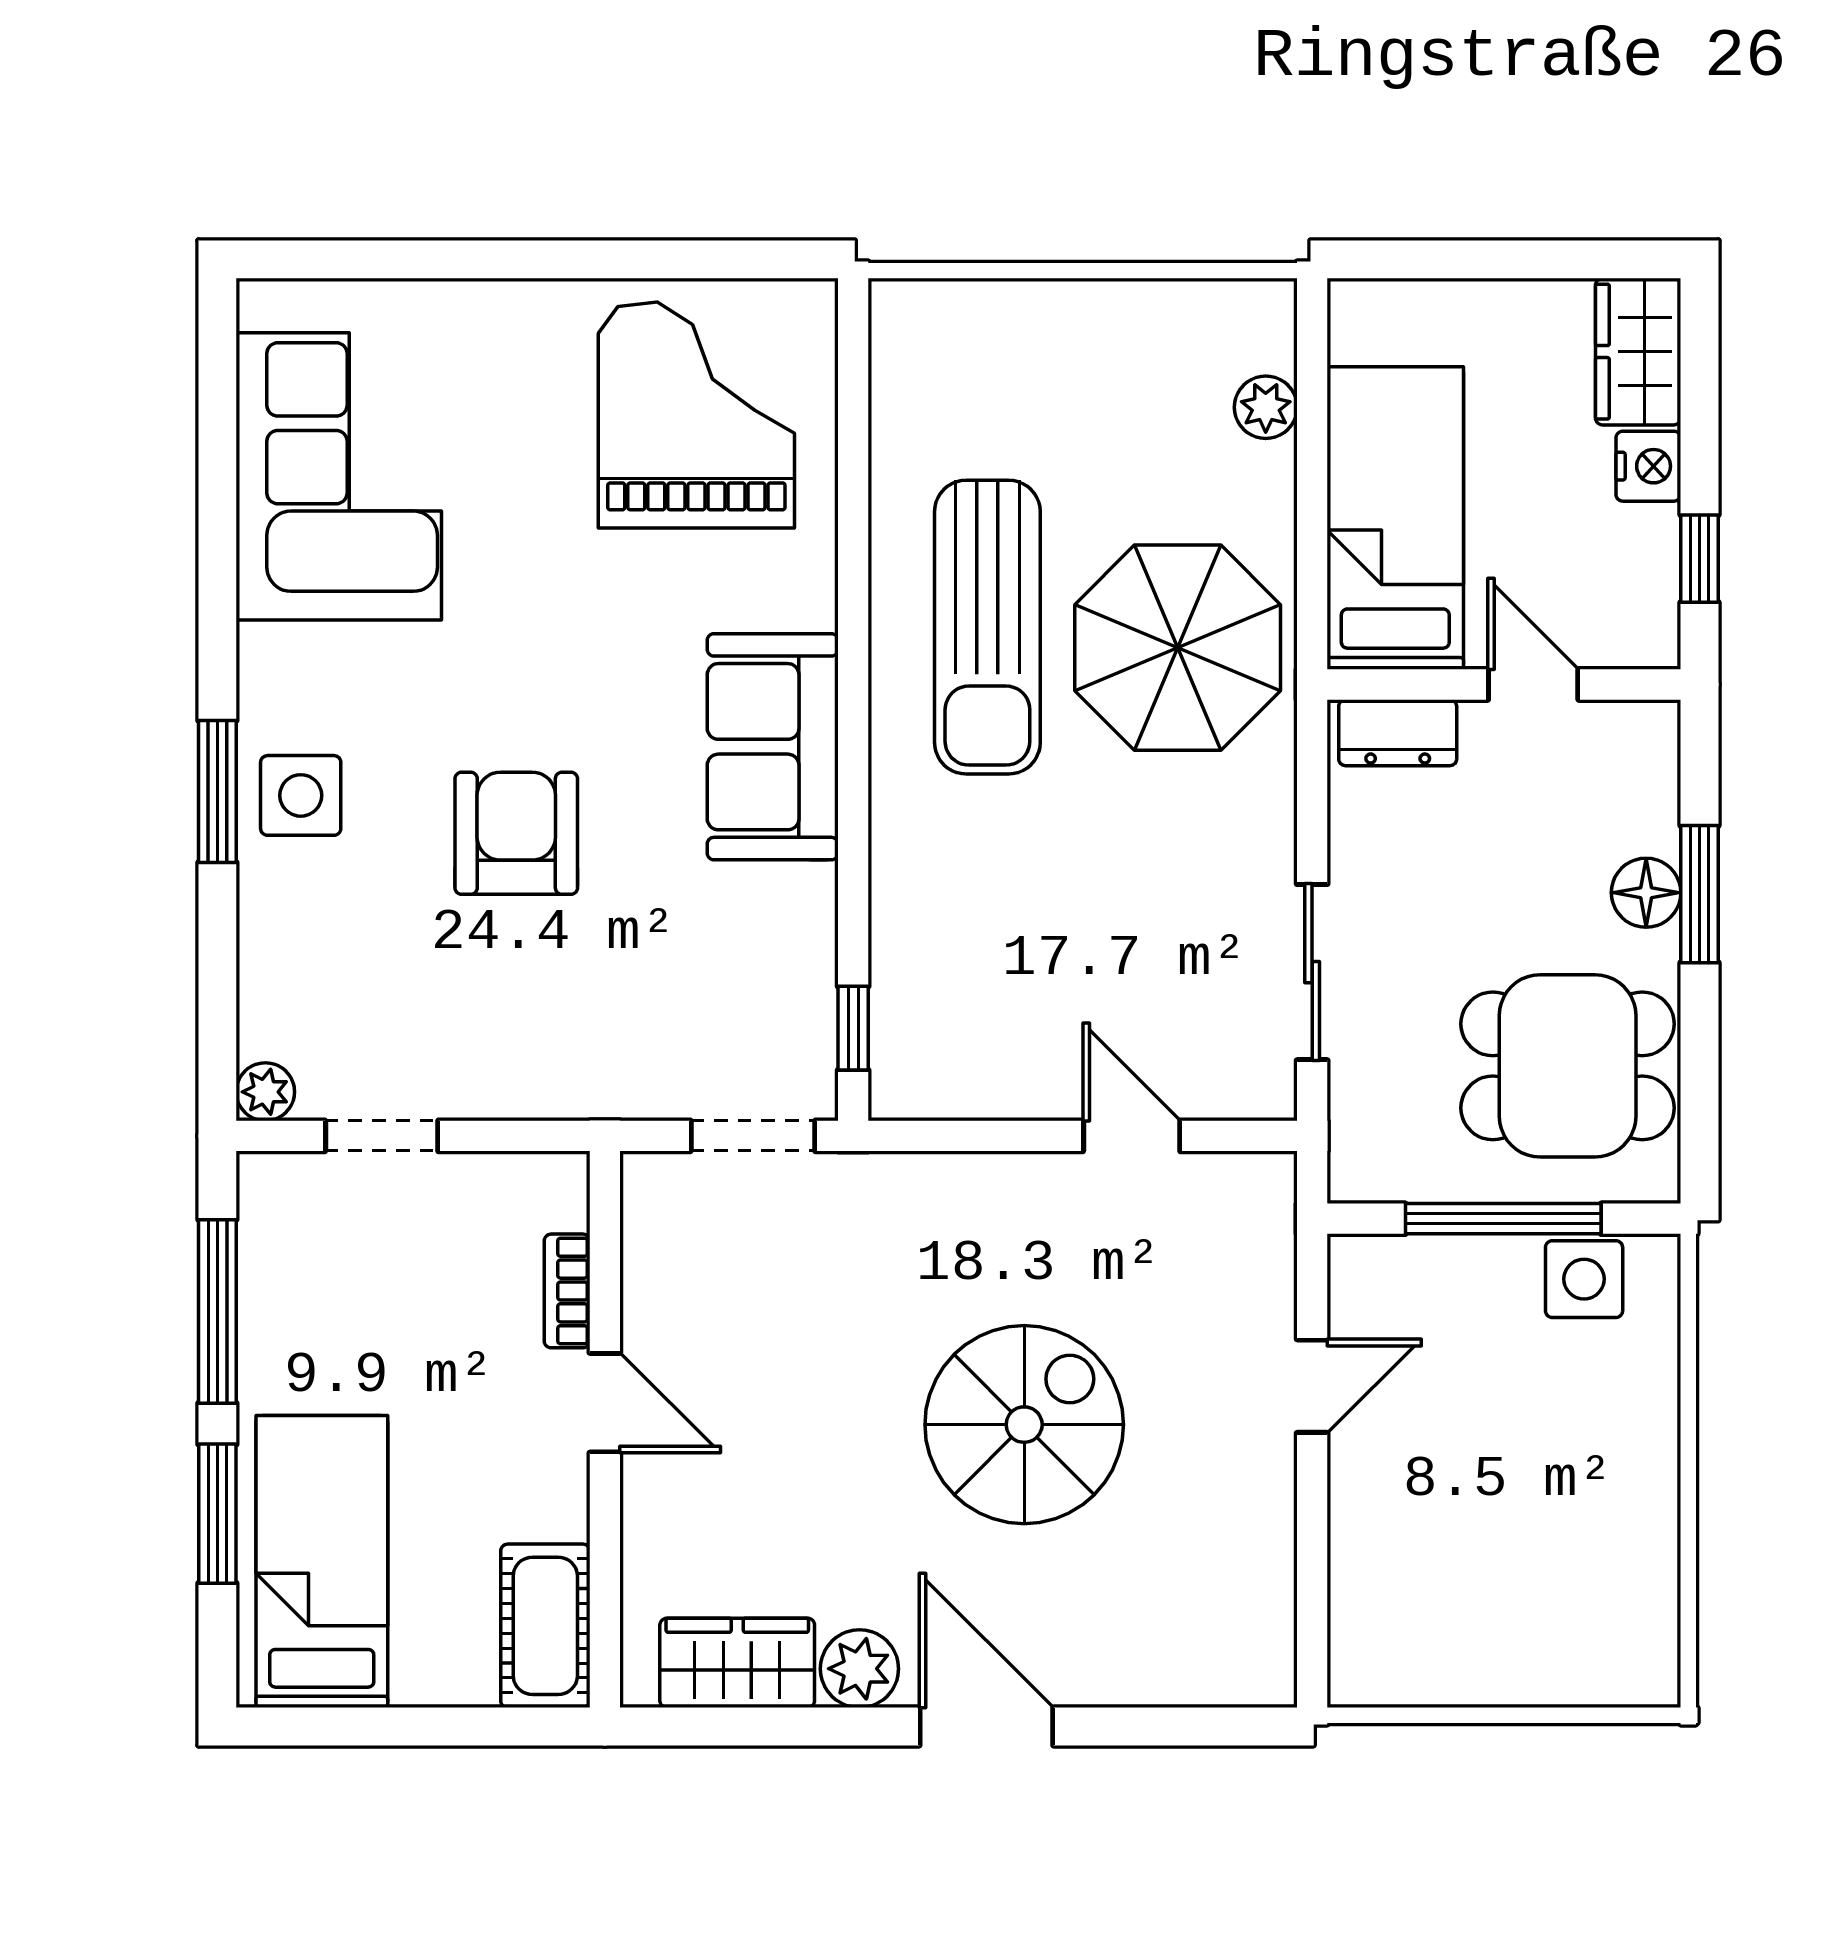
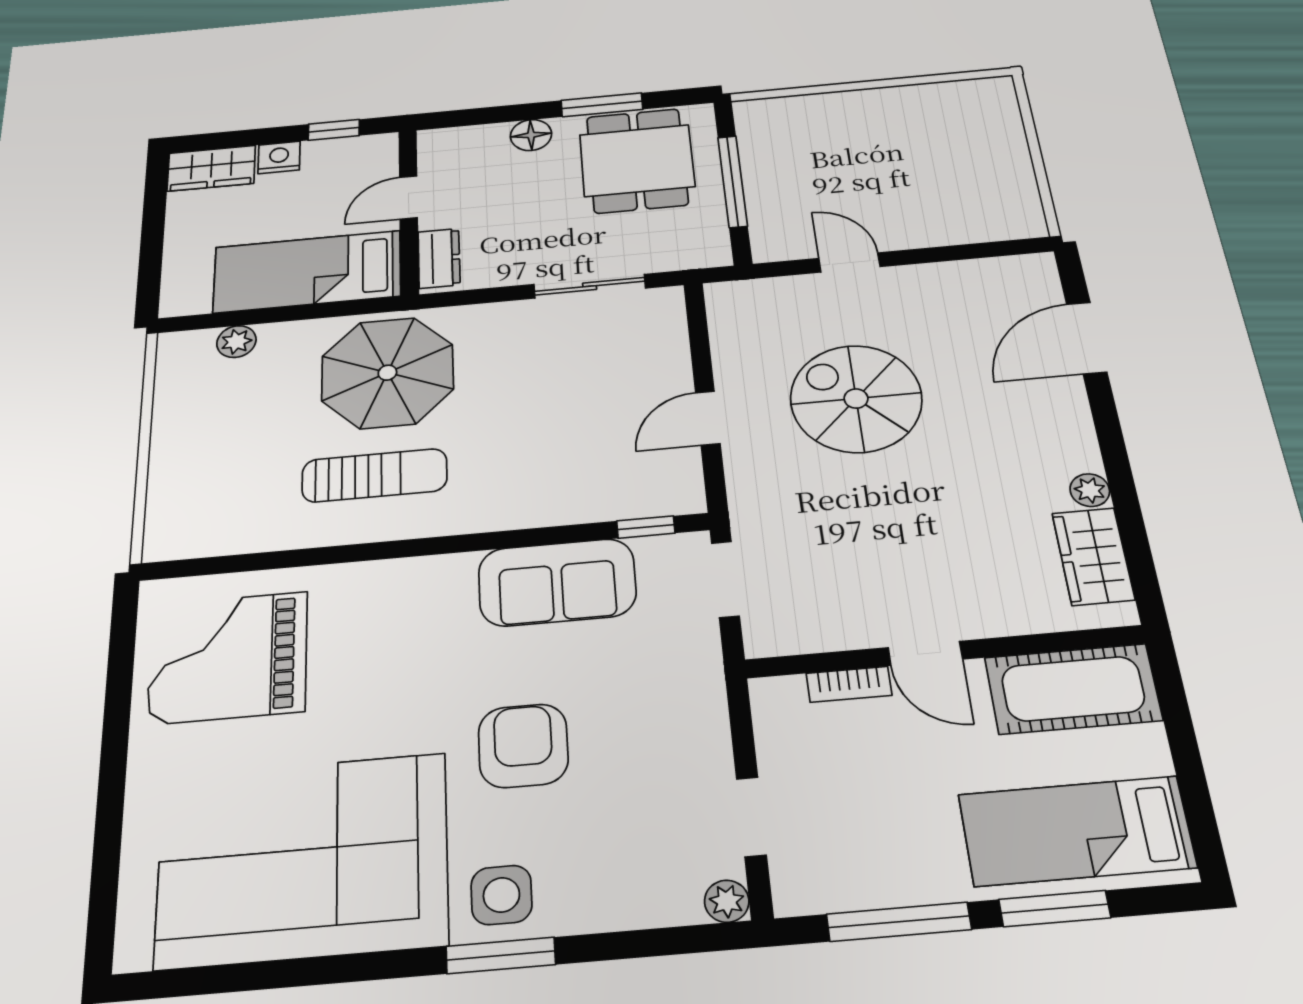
corner sofa: (339, 476) -> (303, 859), width x1.36, depth x1.36
sun lounger: (987, 627) -> (374, 475), width x0.73, depth x0.75
sofa: (773, 747) -> (557, 582), moved
armchair: (516, 833) -> (523, 746), turned 90
window: (1700, 894) -> (602, 105), moved
door: (1132, 1136) -> (708, 418), moved
side table: (1584, 1279) -> (764, 141), removed
door: (605, 1403) -> (925, 653), swing flipped
spiral stairs: (1024, 1425) -> (856, 399), moved
cot: (545, 1626) -> (1073, 689), width x1.37, depth x1.34
plant: (859, 1669) -> (1090, 490), width x0.73, depth x0.73
door: (986, 1727) -> (1087, 338), moved

